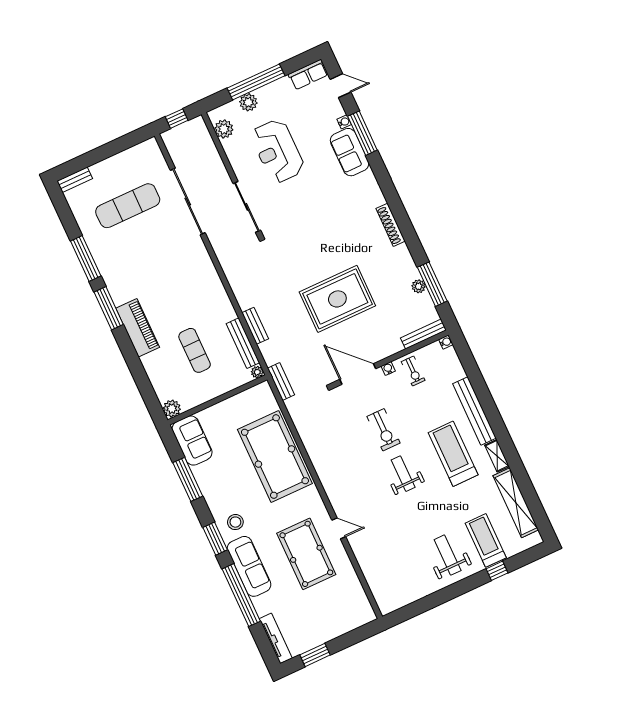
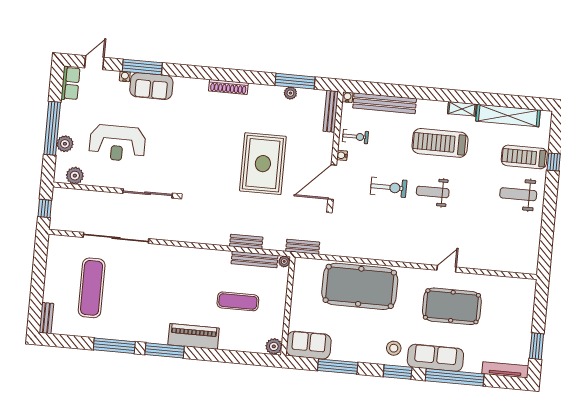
bench: (474, 411) -> (385, 103), moved

